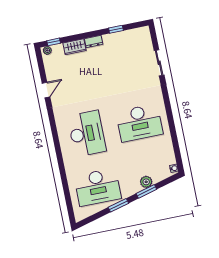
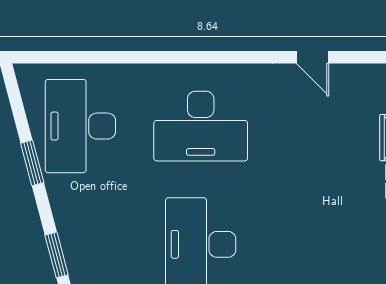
plant: (146, 182) -> (71, 233), removed
window: (146, 191) -> (57, 255), moved

